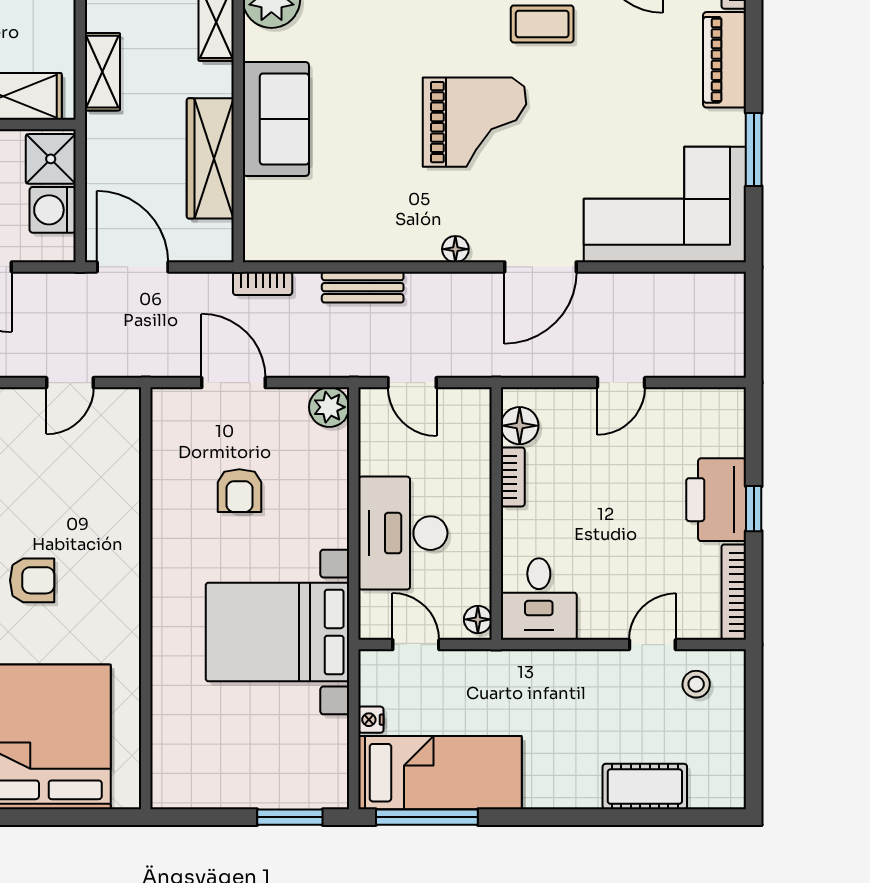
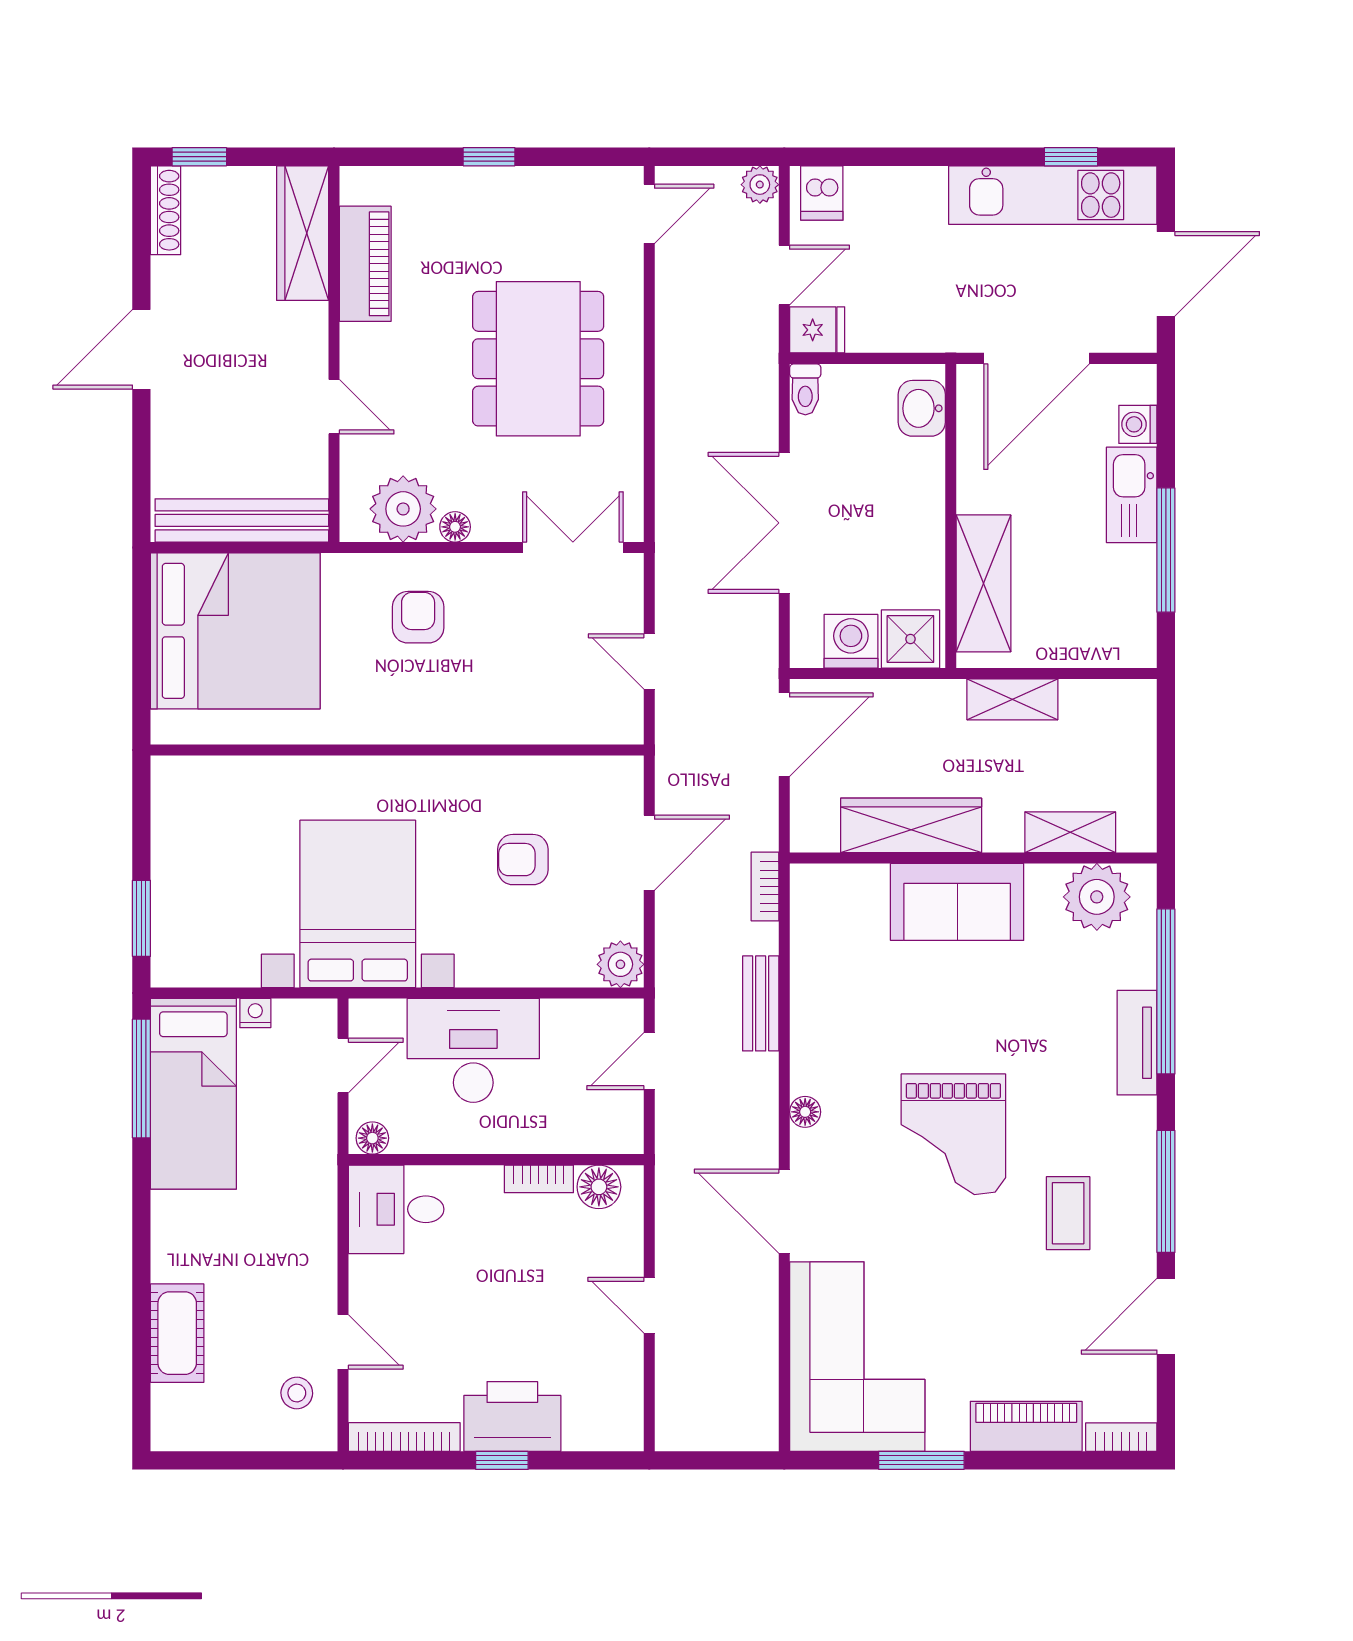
armchair: (32, 580) -> (418, 617), turned 180

